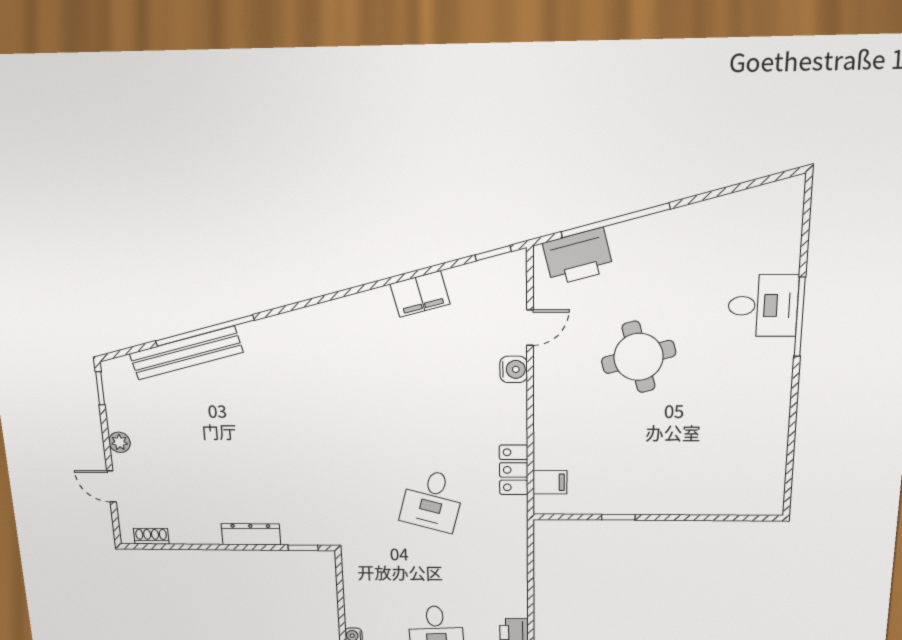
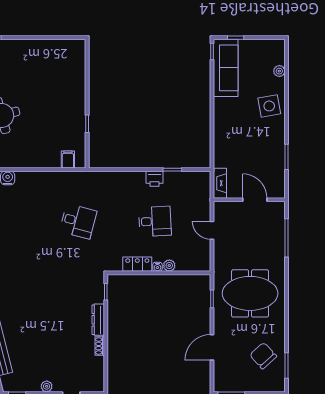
locker: (514, 470) -> (137, 264), moved, turned 180
shoe rack: (151, 536) -> (100, 346), moved

